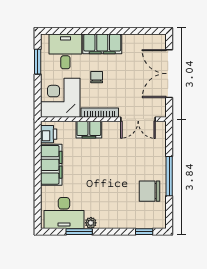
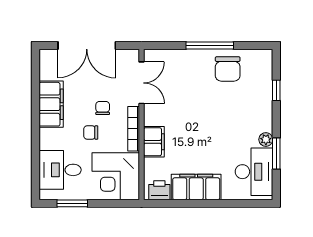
filing cabinet: (102, 44) -> (51, 104), moved
chair: (117, 87) -> (103, 108), added
window: (144, 232) -> (276, 90), moved

